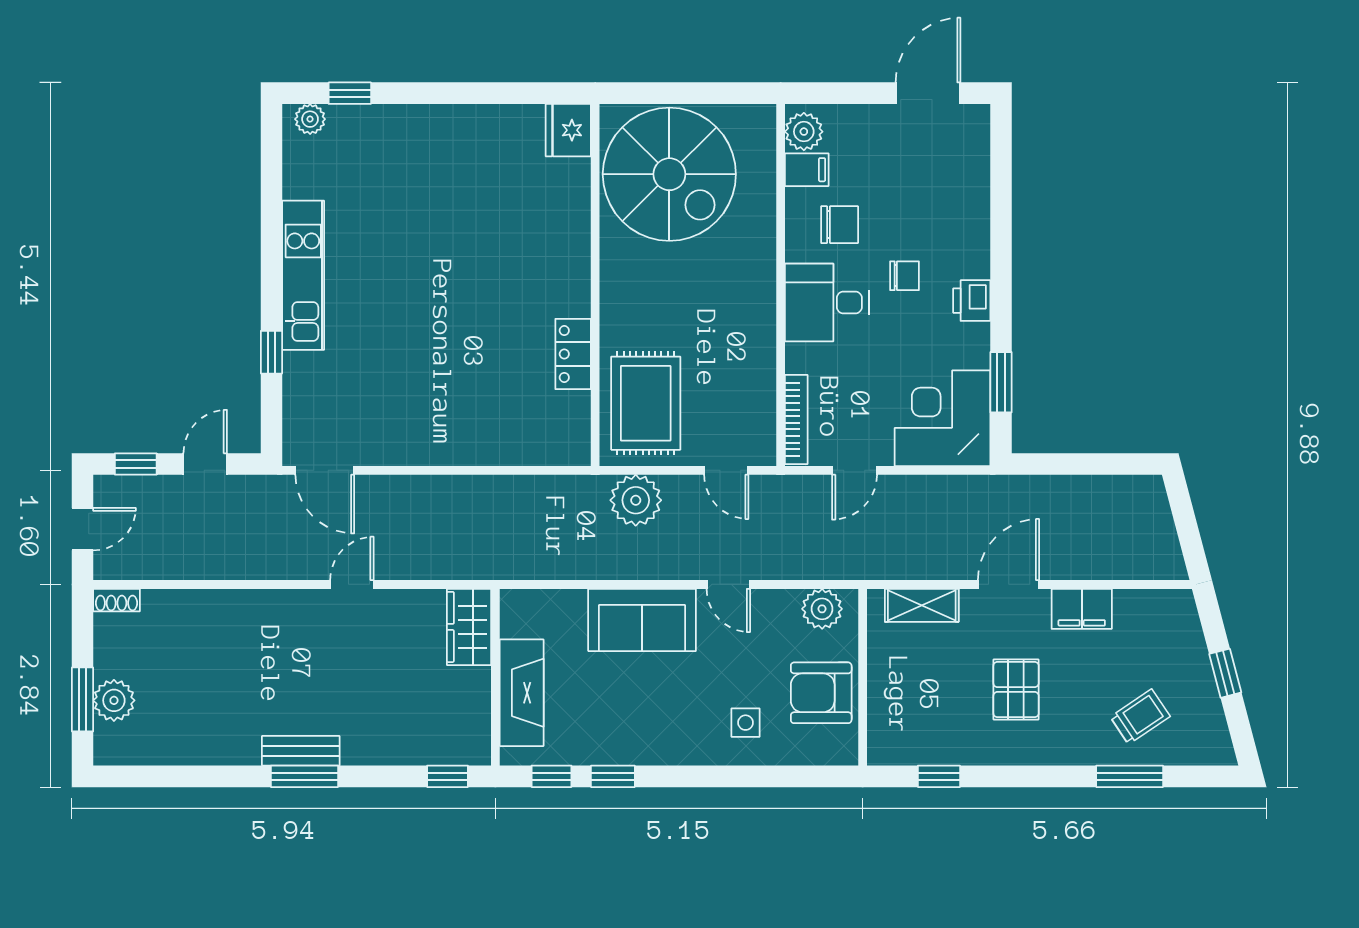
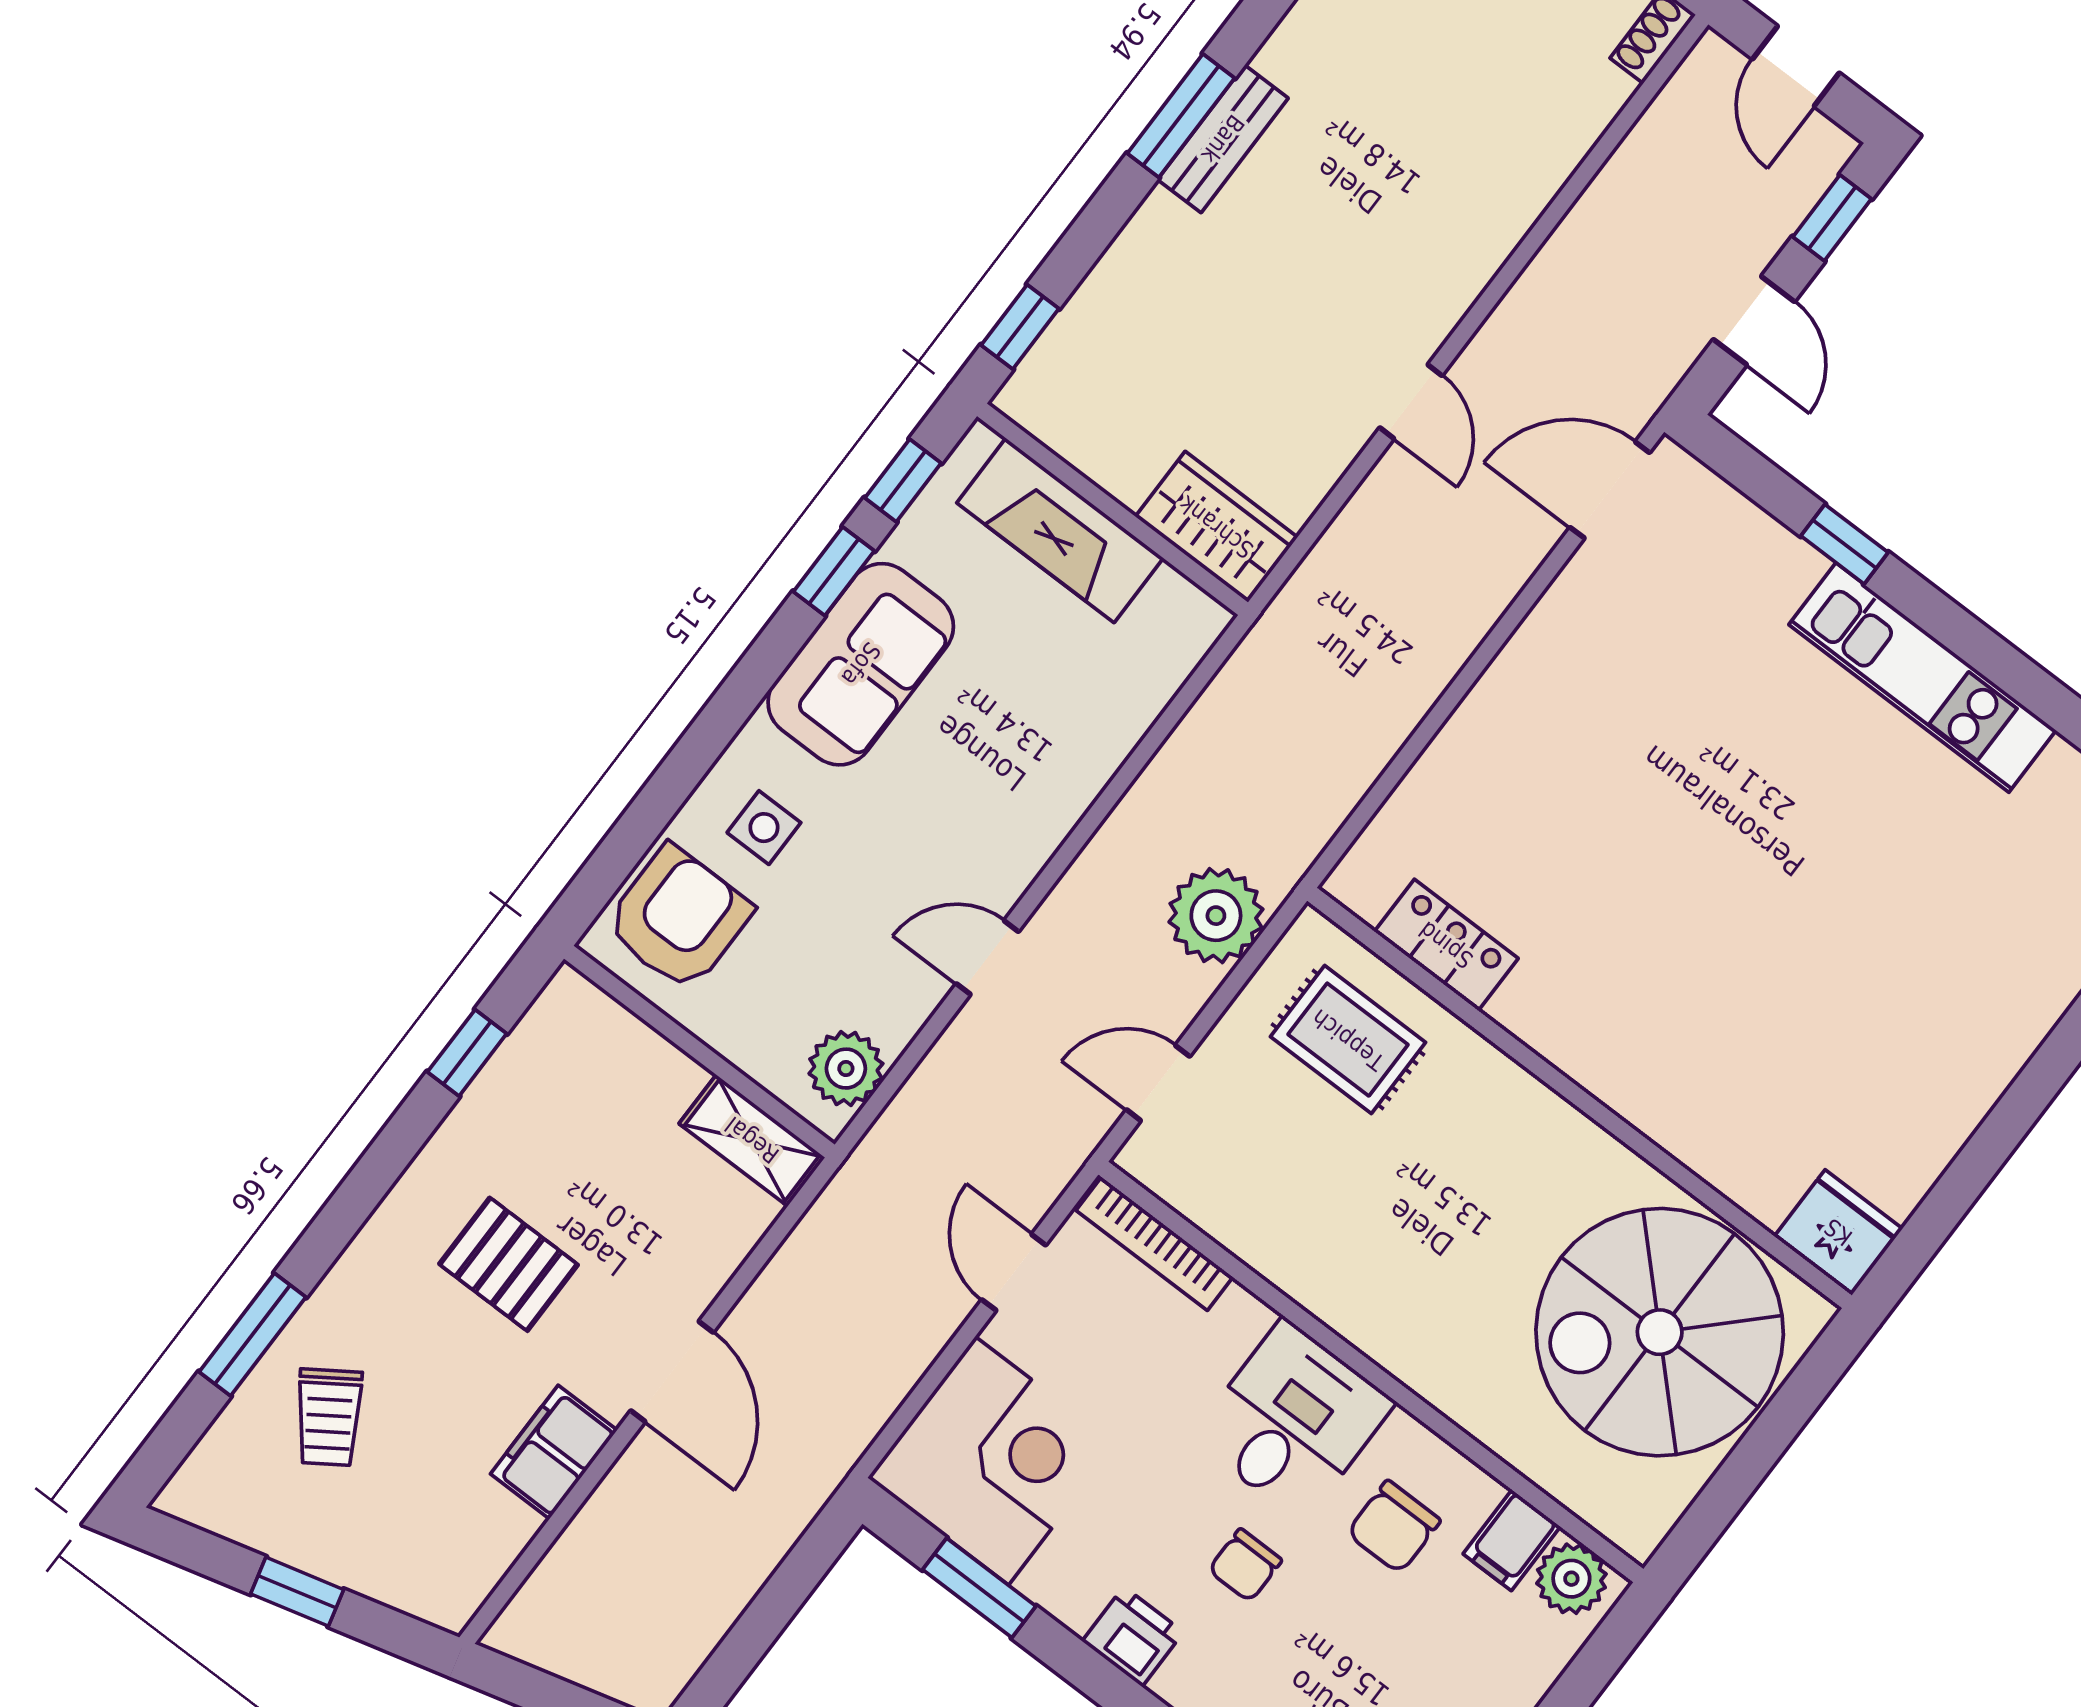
locker: (573, 354) -> (1446, 945), moved
rug: (646, 403) -> (1348, 1040), width x0.73, depth x0.70
shelving: (922, 605) -> (752, 1140), moved, turned 90
sofa: (642, 620) -> (861, 664), moved, turned 180
armchair: (821, 693) -> (678, 918), moved

